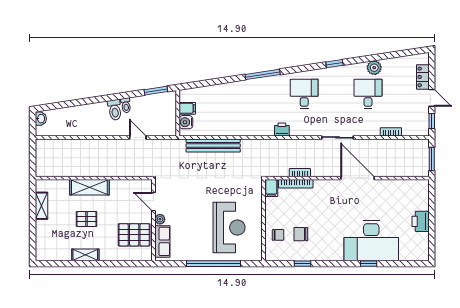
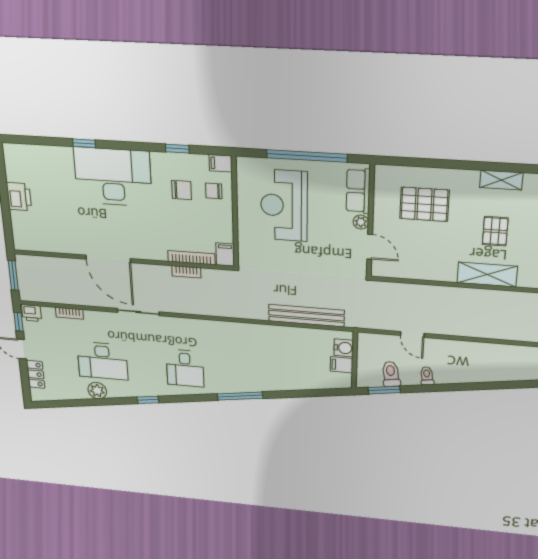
desk: (368, 94) -> (103, 361), width x1.37
toilet: (115, 110) -> (391, 374), moved
printer: (282, 129) -> (32, 313), moved
door: (153, 202) -> (370, 247), moved
pallet: (86, 219) -> (495, 231), turned 90
plant: (160, 219) -> (361, 222), moved
wall: (153, 220) -> (370, 221), moved
row of seats: (162, 241) -> (358, 191), moved
desk: (371, 241) -> (113, 177), moved
filing cabinet: (273, 255) -> (221, 163), added

